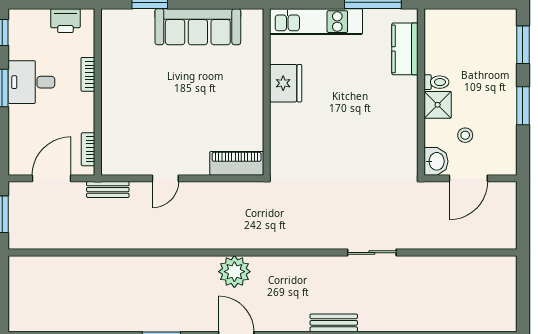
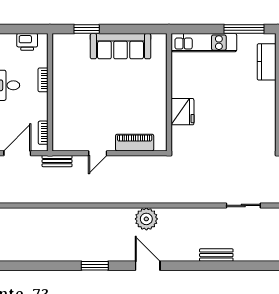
fridge: (286, 83) -> (182, 112), moved
piano: (237, 163) -> (135, 143), moved

